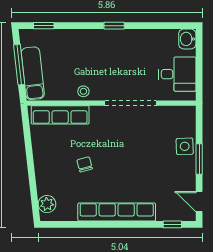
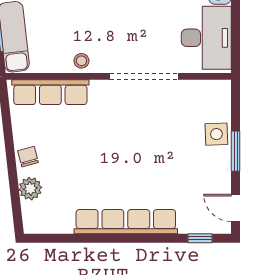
desk: (177, 74) -> (206, 38), width x1.37
chair: (85, 164) -> (28, 157), moved
plant: (47, 204) -> (30, 189), moved

